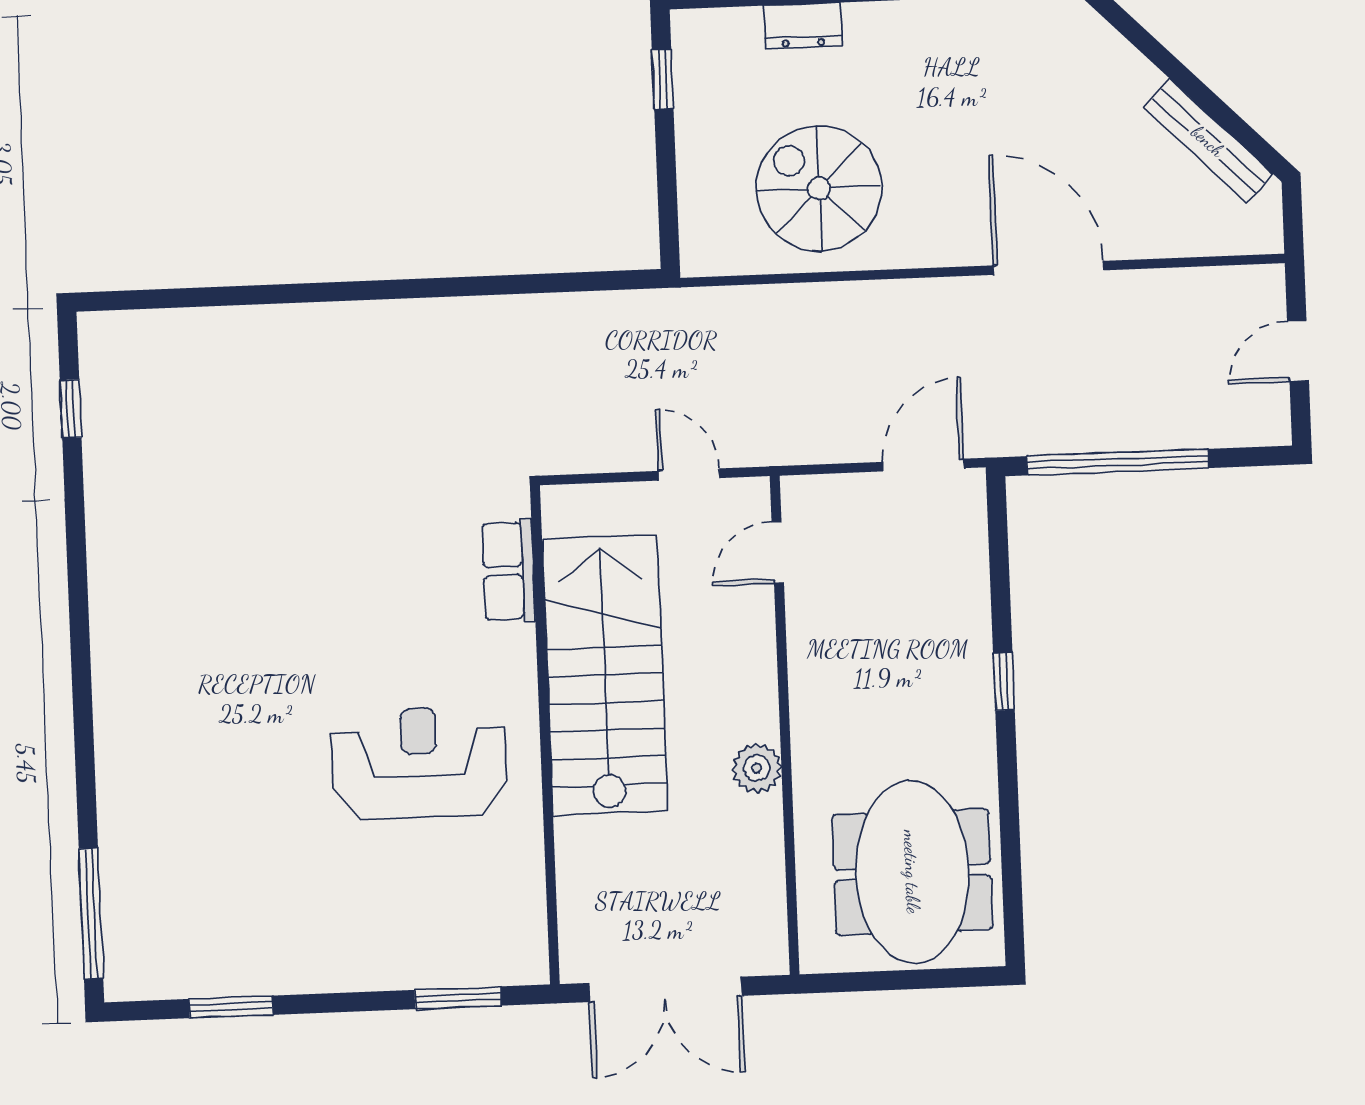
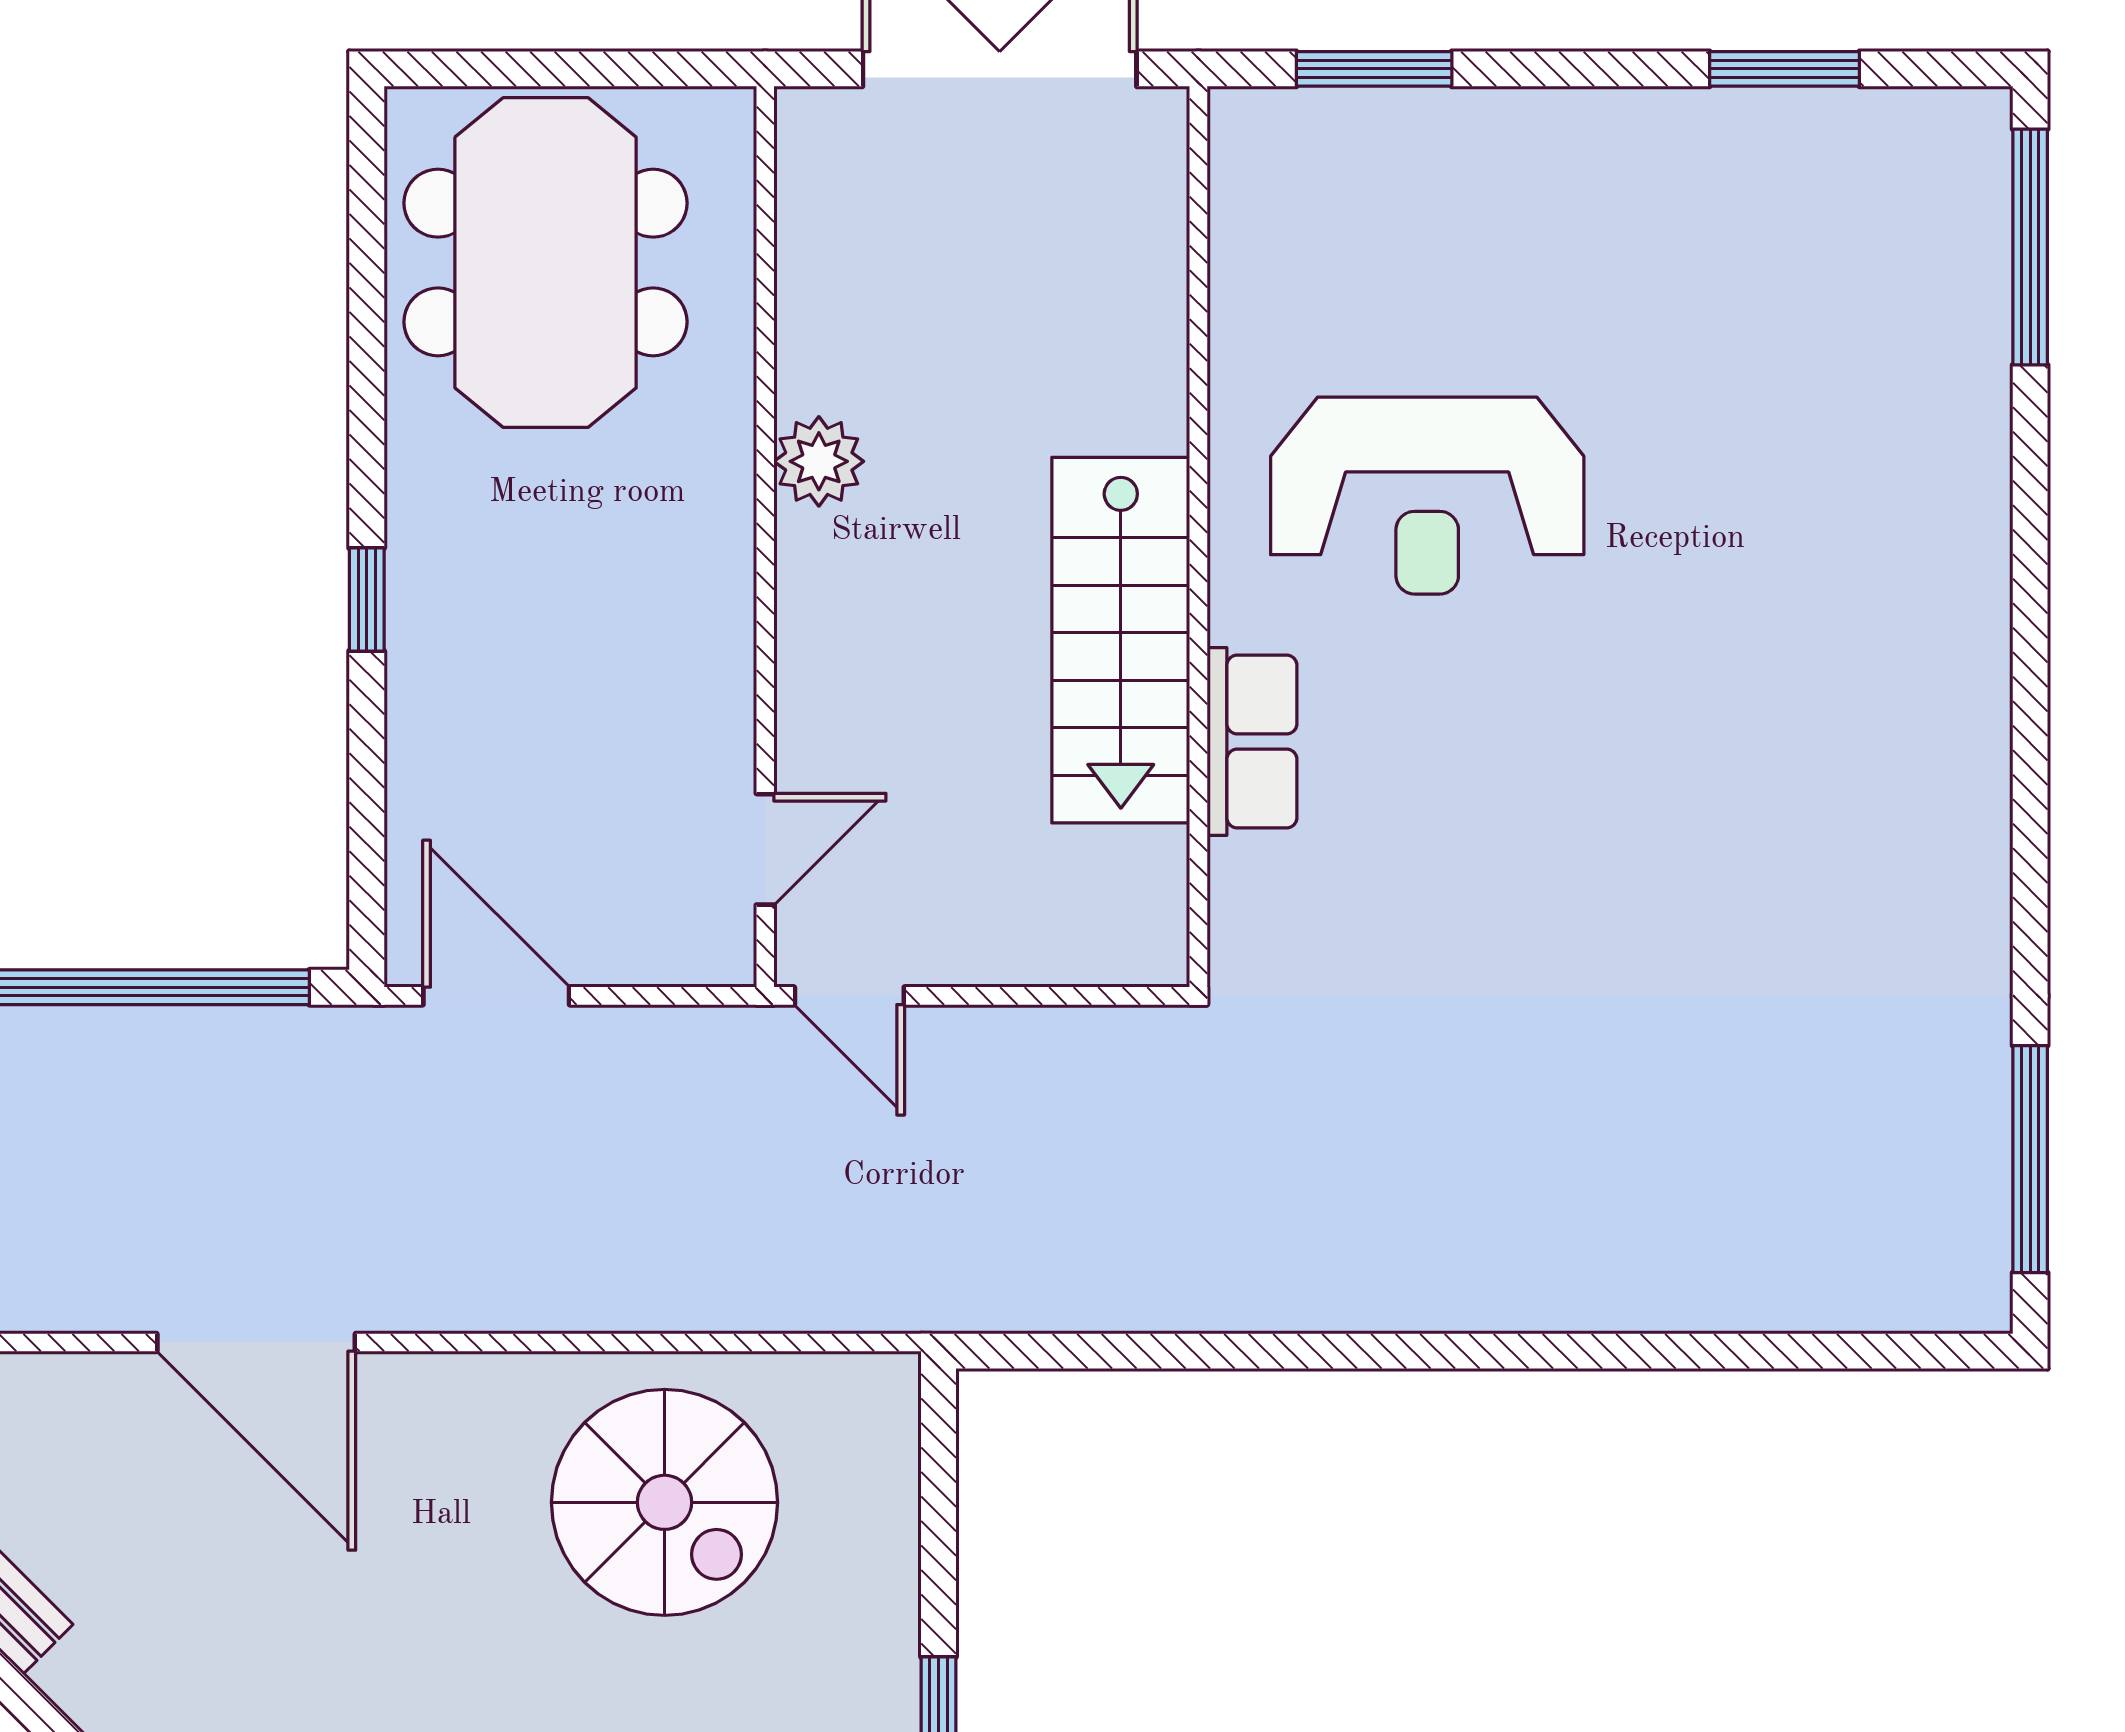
window: (71, 409) -> (2030, 1159), width x2.17
door: (923, 465) -> (496, 996), swing flipped
door: (689, 474) -> (849, 996), moved
row of seats: (509, 571) -> (1252, 742), moved
stairs: (605, 675) -> (1121, 640), width x0.73, depth x0.66

